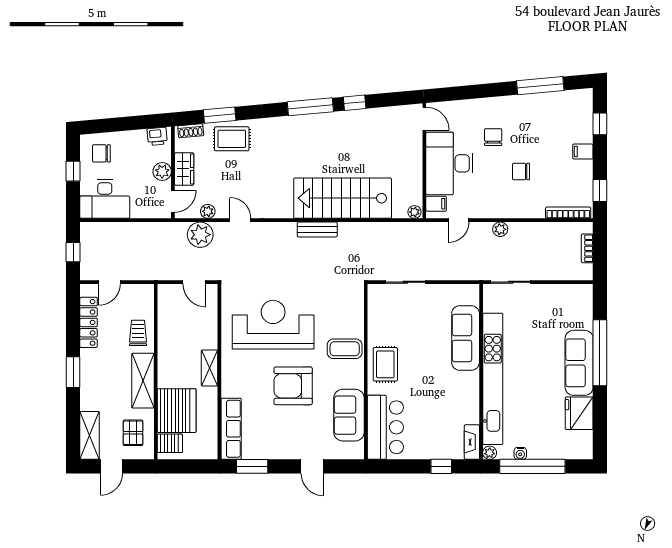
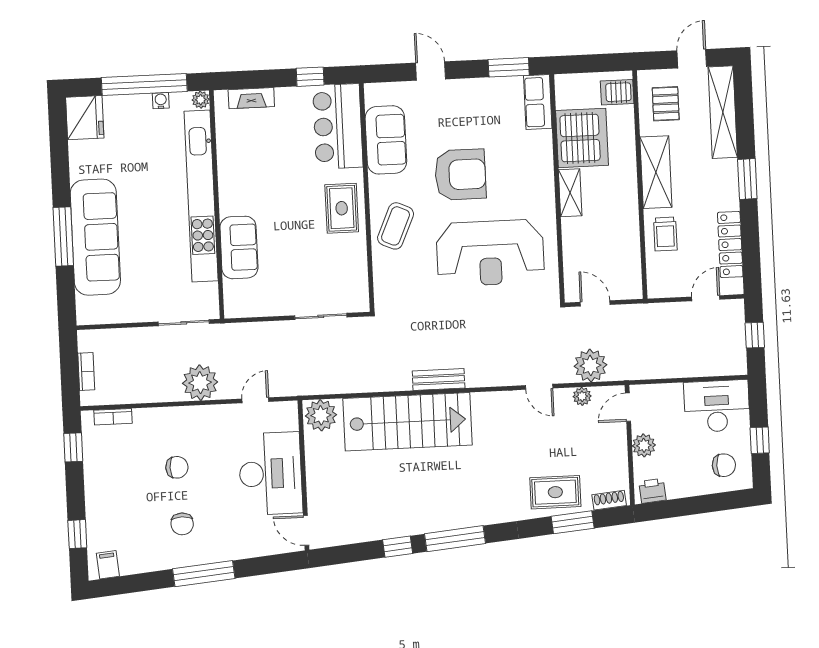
window: (540, 86) -> (204, 574), moved
chair: (493, 137) -> (182, 524), moved
filing cabinet: (583, 152) -> (108, 565), moved, turned -95
wardrobe: (184, 169) -> (615, 450), removed
filing cabinet: (436, 204) -> (285, 420), removed
plant: (414, 212) -> (321, 415), width x1.88, depth x1.88
bookcase: (568, 213) -> (113, 417), width x0.64
plant: (500, 229) -> (200, 383), width x1.88, depth x1.88
sofa: (466, 338) -> (239, 247), width x0.73
coffee table: (345, 349) -> (396, 226), turned -66
window: (600, 353) -> (63, 236), width x0.68
sofa: (579, 363) -> (95, 237), width x1.36, depth x1.27
server rack: (177, 411) -> (582, 138), moved, turned 180
fridge: (579, 413) -> (85, 118), moved
row of seats: (231, 429) -> (538, 102), width x0.68
shelving: (90, 435) -> (723, 112), width x1.47
fireplace: (472, 442) -> (251, 98), moved, turned 90
window: (441, 466) -> (310, 77), moved

